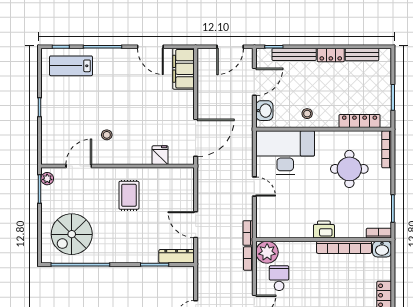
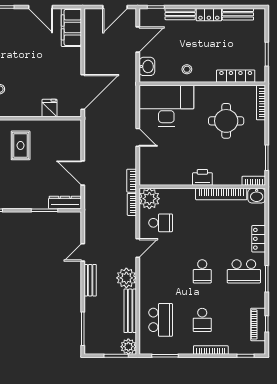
bench: (294, 54) -> (180, 14), width x0.73
school desk: (279, 278) -> (161, 223), turned 90

